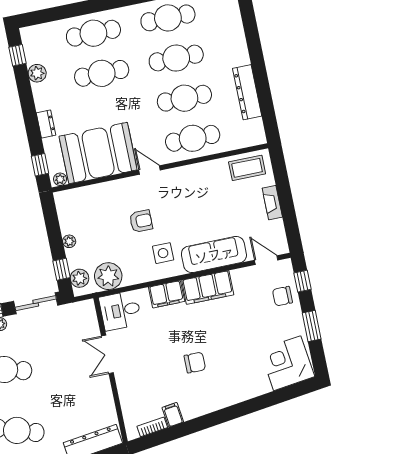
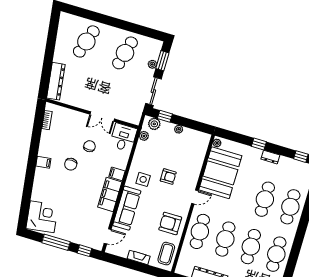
plant: (37, 73) -> (285, 162), removed
dresser: (46, 124) -> (270, 157), moved
window: (40, 165) -> (259, 144), moved
armchair: (203, 184) -> (170, 223), added
armchair: (141, 221) -> (168, 177), turned -90
plant: (108, 276) -> (144, 136), width x0.53, depth x0.53
filing cabinet: (167, 294) -> (117, 174), width x0.50
chair: (282, 296) -> (89, 146), moved
window: (312, 326) -> (56, 242), width x1.44
double door: (107, 354) -> (102, 117), swing flipped
filing cabinet: (173, 415) -> (43, 162), moved

